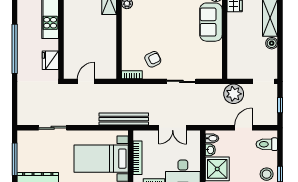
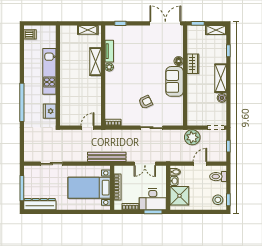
armchair: (153, 59) -> (146, 102), moved
door: (86, 81) -> (88, 128), moved

